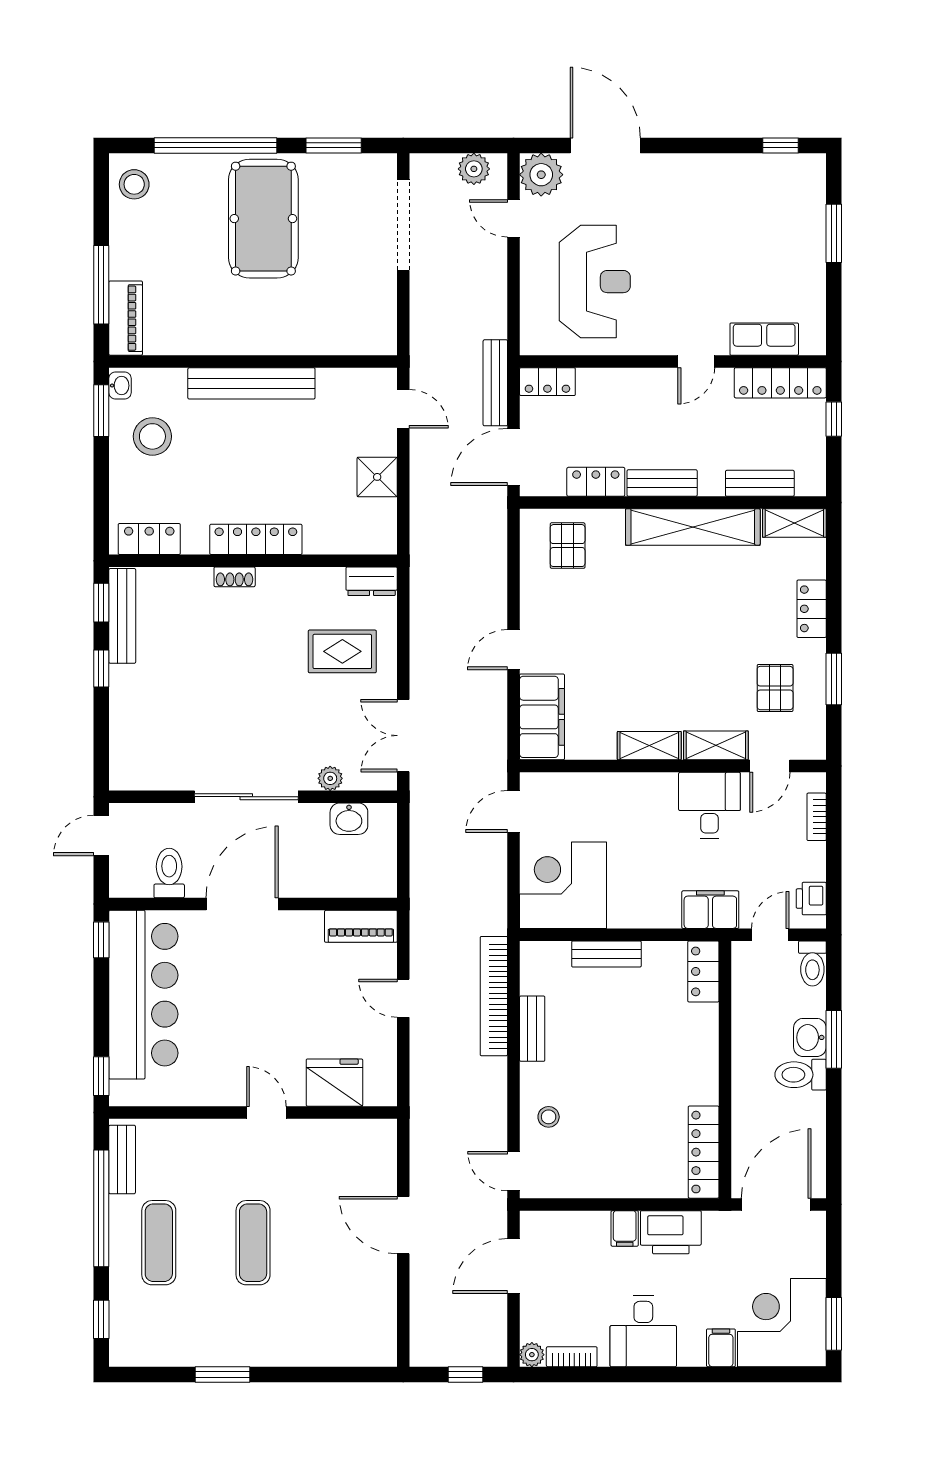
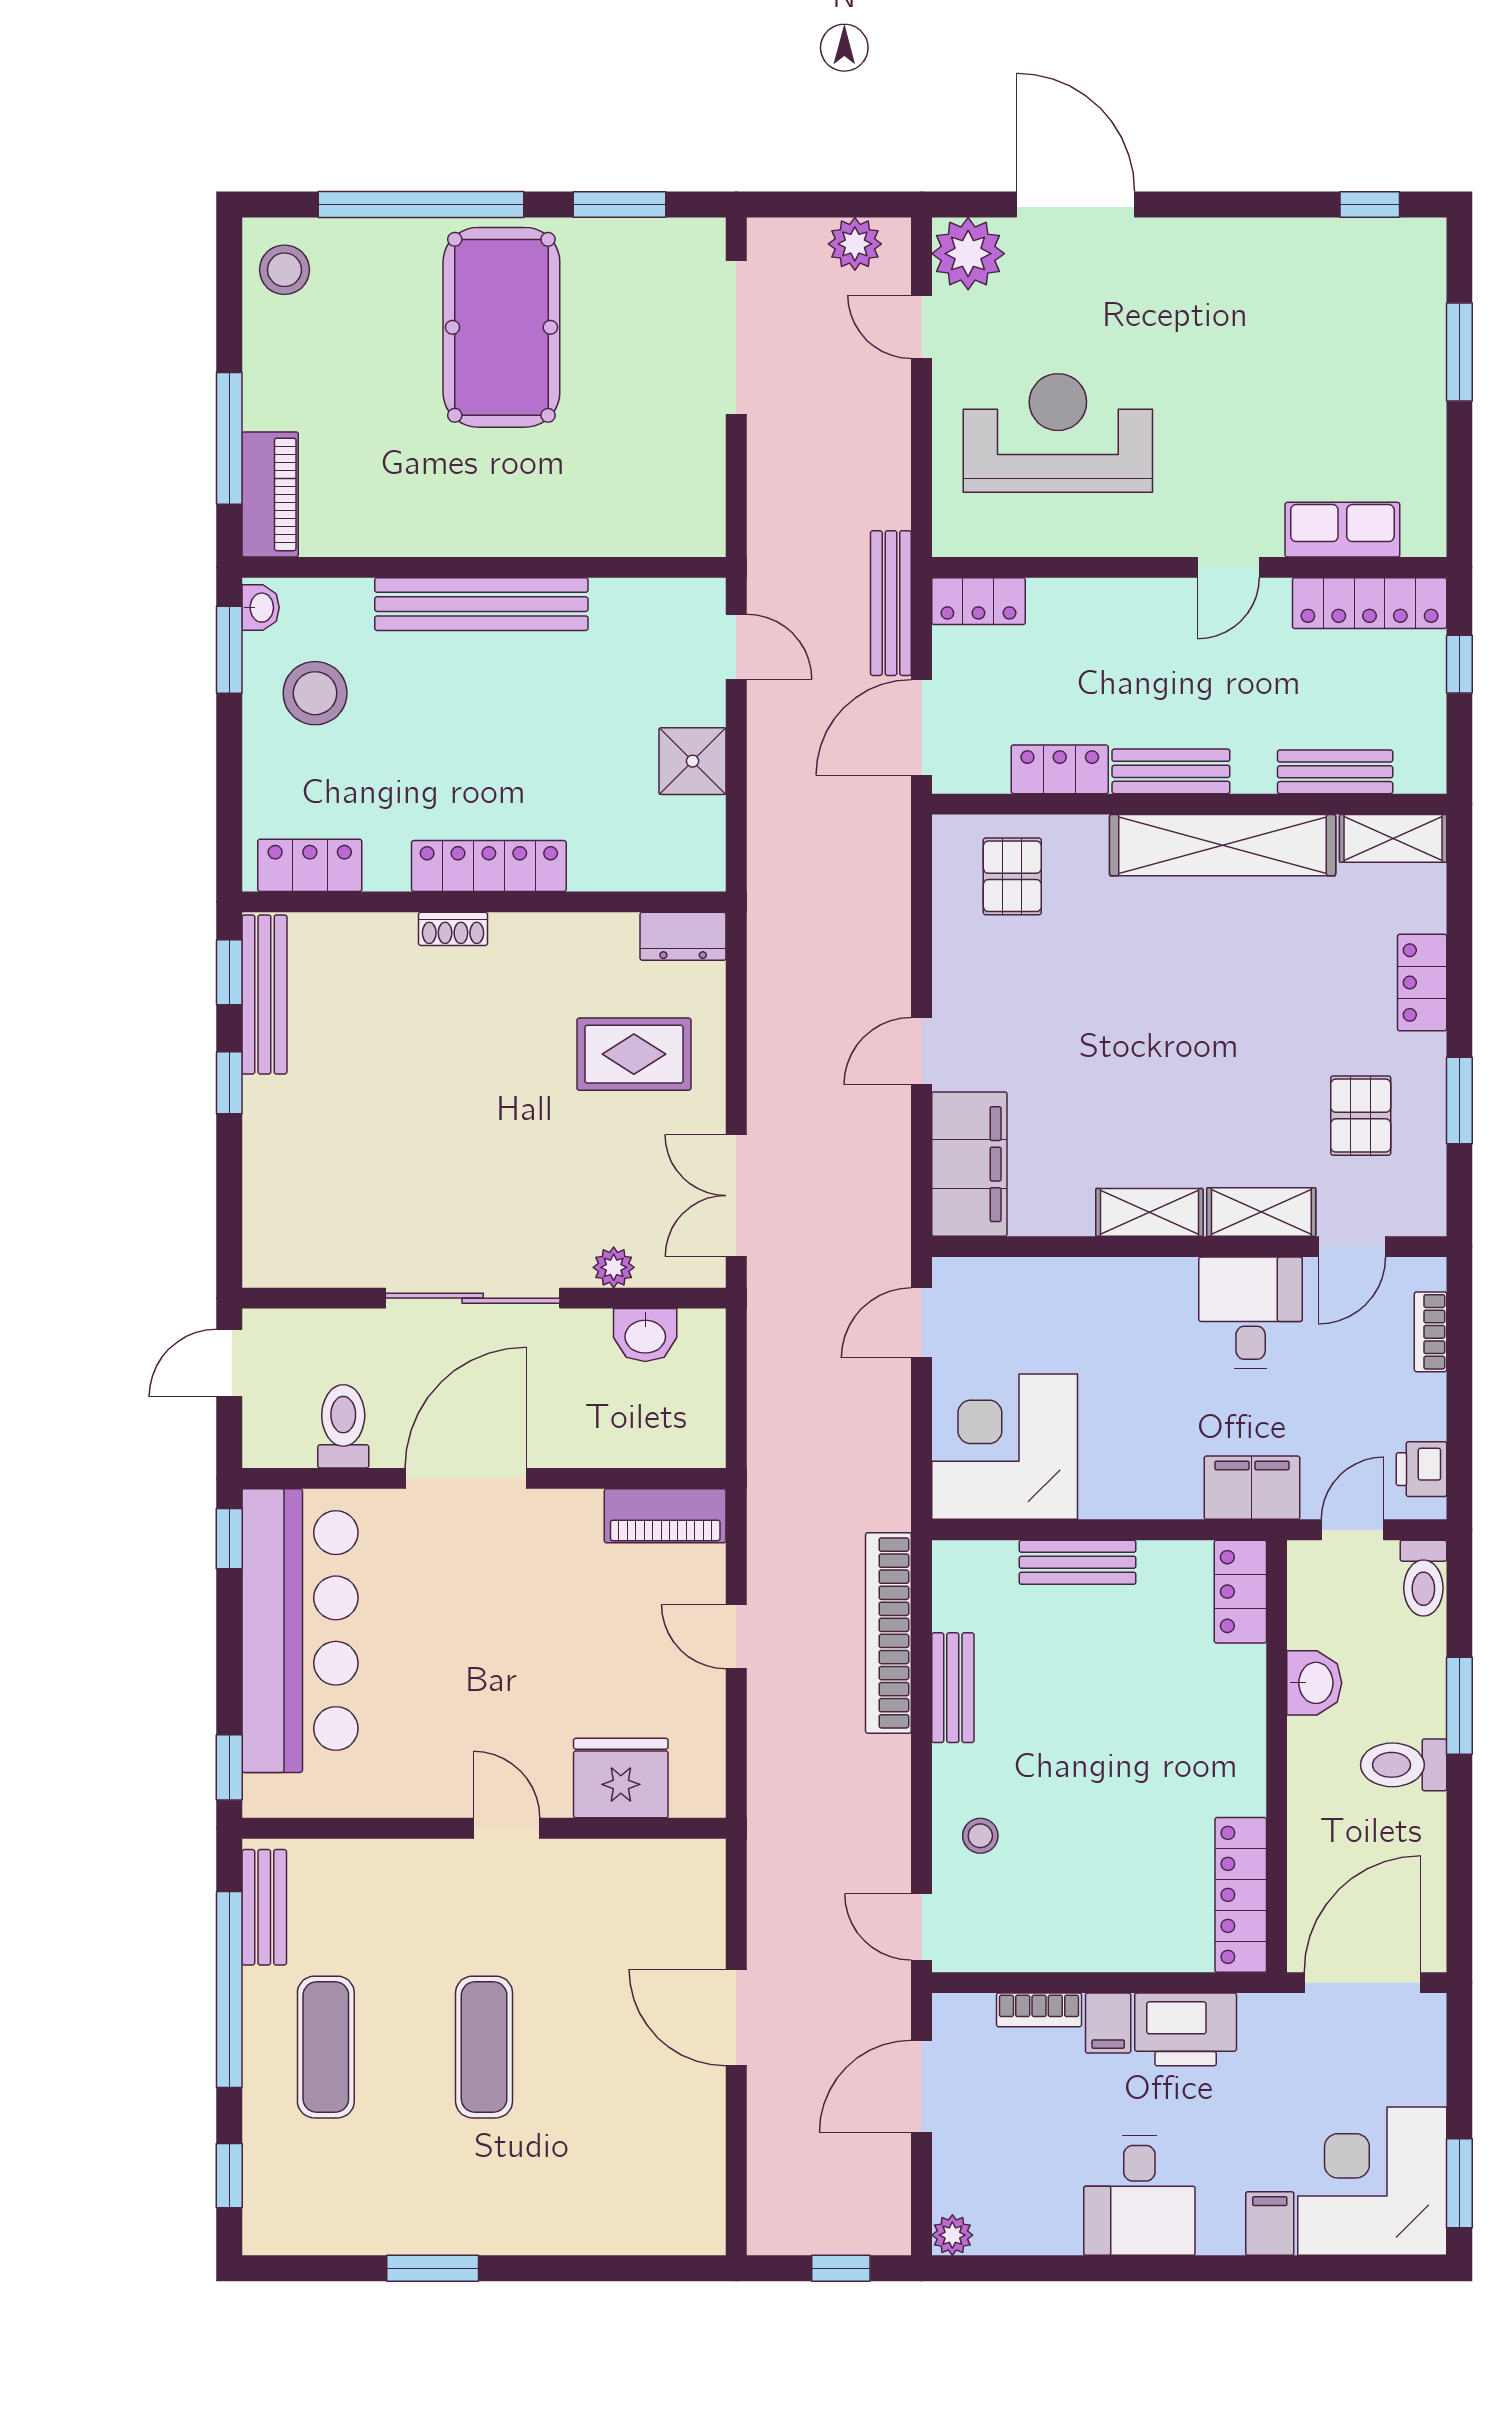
reception desk: (595, 282) -> (1058, 433), turned -90
washbasin: (810, 1037) -> (1314, 1683), moved, turned 180
bookcase: (572, 1357) -> (1039, 2010), moved, turned 180

